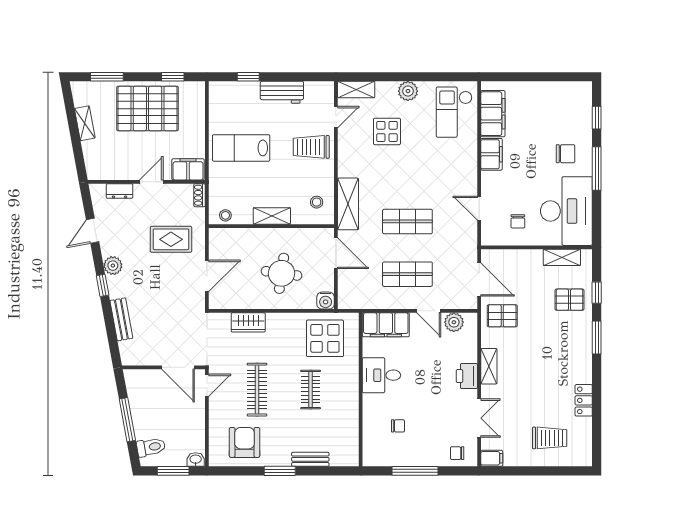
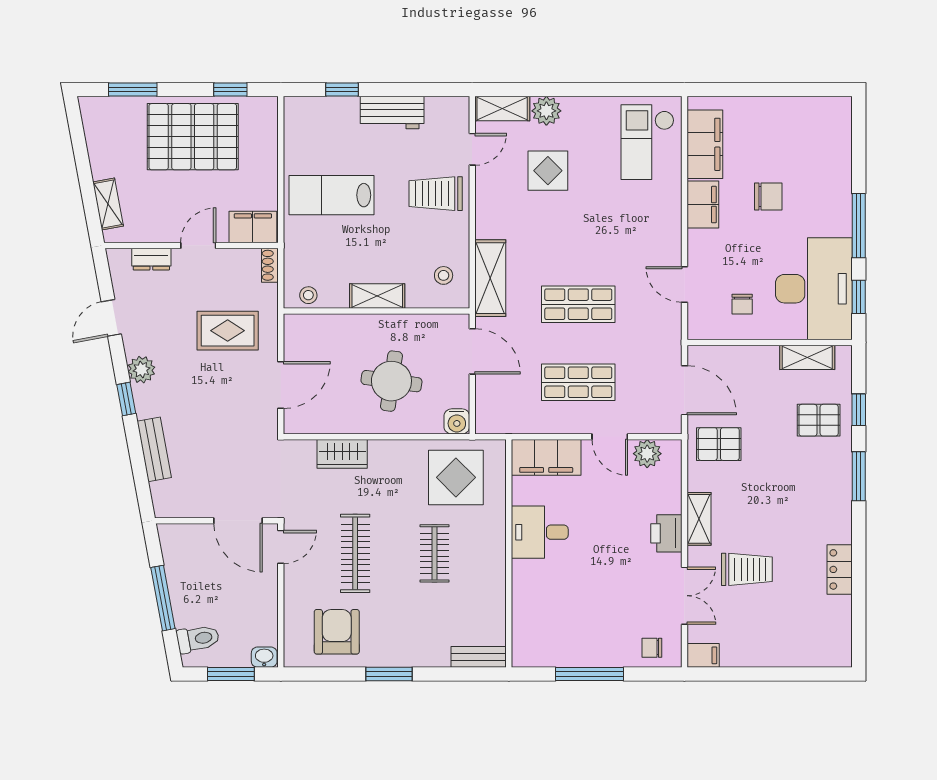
plant: (408, 91) -> (546, 111), moved
window: (597, 118) -> (859, 297), moved
shelving: (85, 123) -> (108, 204), moved
chair: (565, 154) -> (768, 196), moved
chair: (398, 426) -> (564, 607), removed
trolley: (550, 438) -> (747, 569), moved
bench: (310, 459) -> (479, 657), moved

